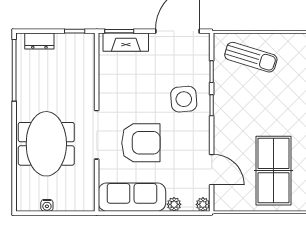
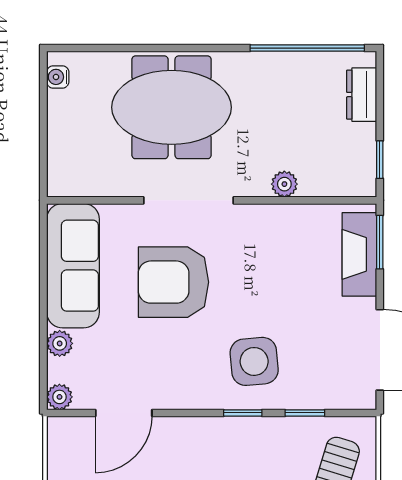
plant: (88, 83) -> (284, 184), added
armchair: (141, 143) -> (173, 282), turned 90
water cooler: (47, 205) -> (58, 77), moved

